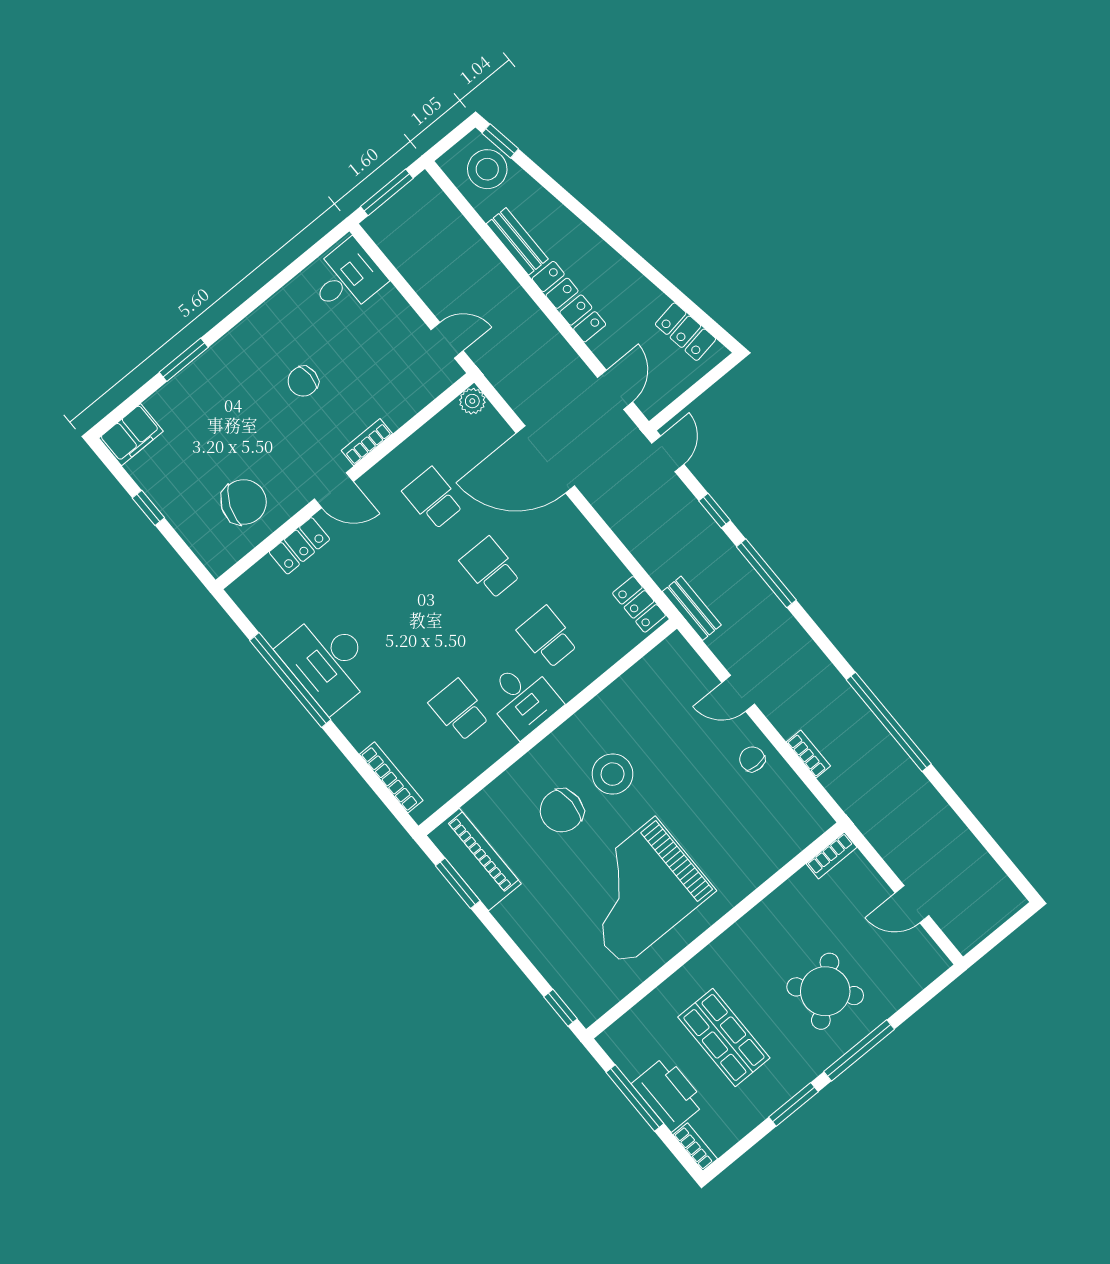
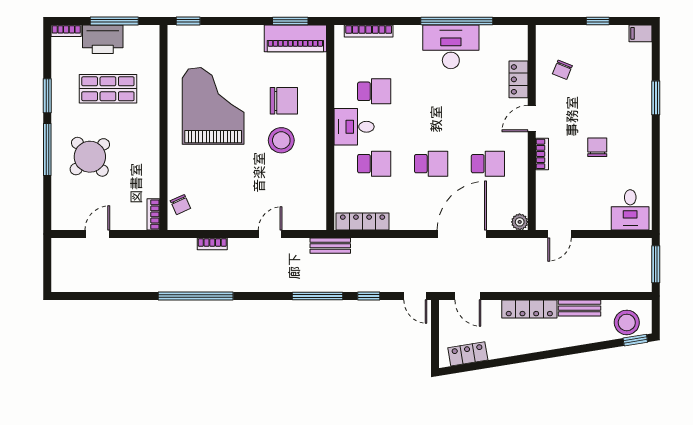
filing cabinet: (131, 435) -> (641, 33), width x0.50
chair: (244, 502) -> (562, 70), width x0.54, depth x0.54
locker: (639, 604) -> (363, 221), width x1.53
chair: (752, 759) -> (180, 205), moved, turned 66
chair: (562, 811) -> (284, 101), turned 90

